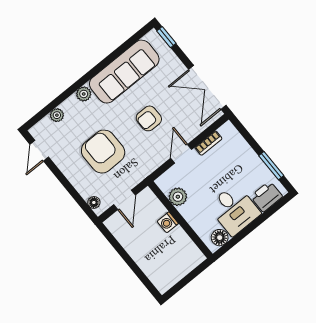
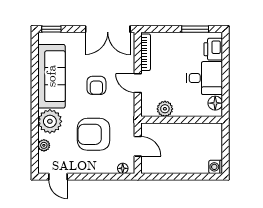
plant: (84, 94) -> (50, 121), width x1.88, depth x1.88
bookcase: (208, 143) -> (146, 52), width x1.56
washing machine: (168, 222) -> (216, 167), moved, turned 90

